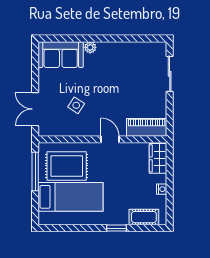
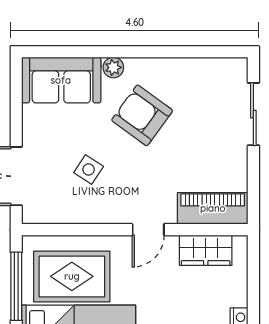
armchair: (107, 75) -> (142, 115), added
door: (110, 139) -> (148, 230), swing flipped
wardrobe: (158, 158) -> (206, 250), moved, turned -90

